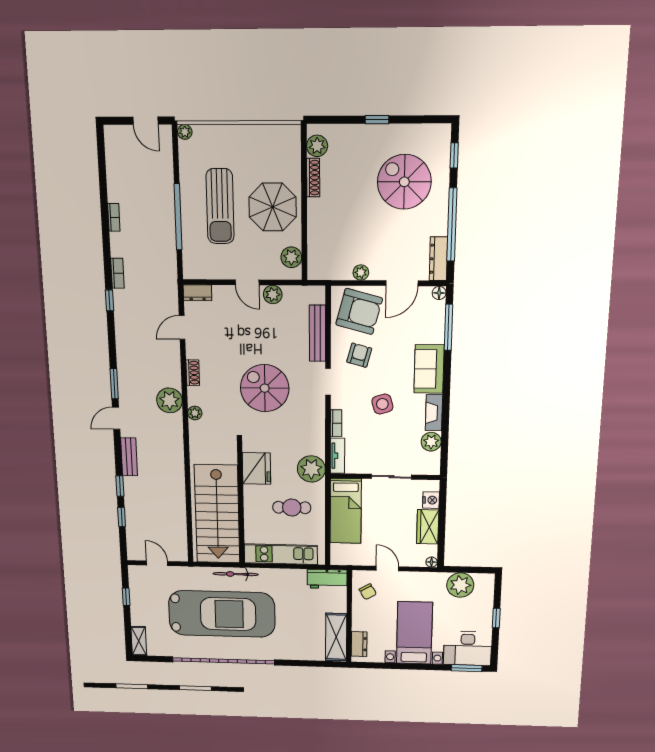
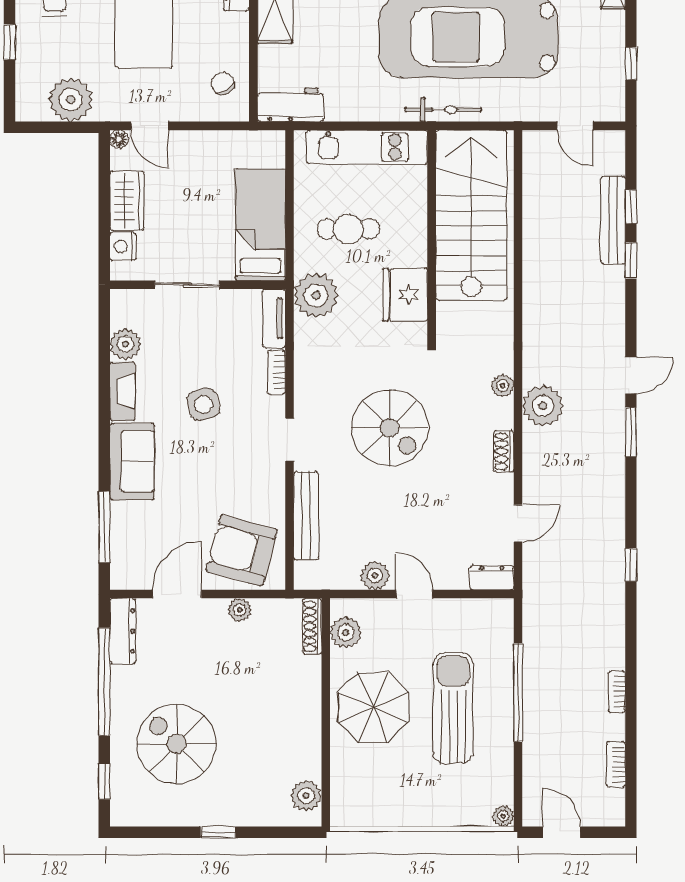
shoe rack: (313, 178) -> (312, 626), moved
spiral stairs: (404, 182) -> (177, 744), turned 180
bookcase: (117, 273) -> (616, 764), moved
floor lamp: (439, 293) -> (120, 580), removed
armchair: (359, 355) -> (241, 482), removed
bench: (129, 457) -> (613, 220), moved, width x1.36
door: (387, 569) -> (149, 126), moved

